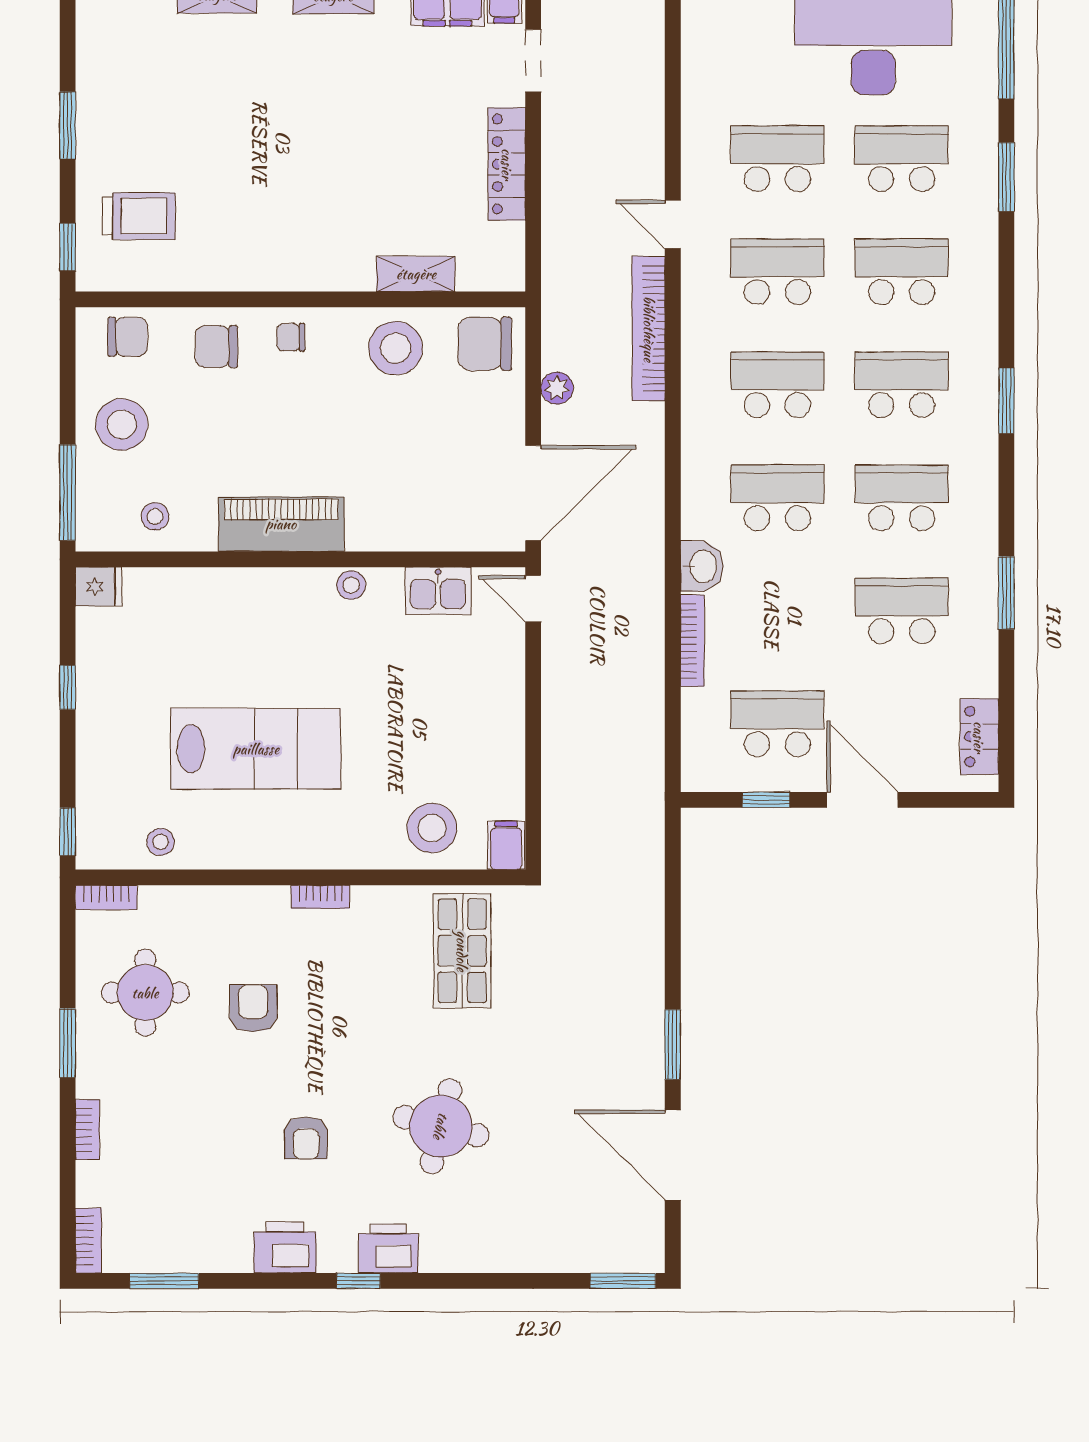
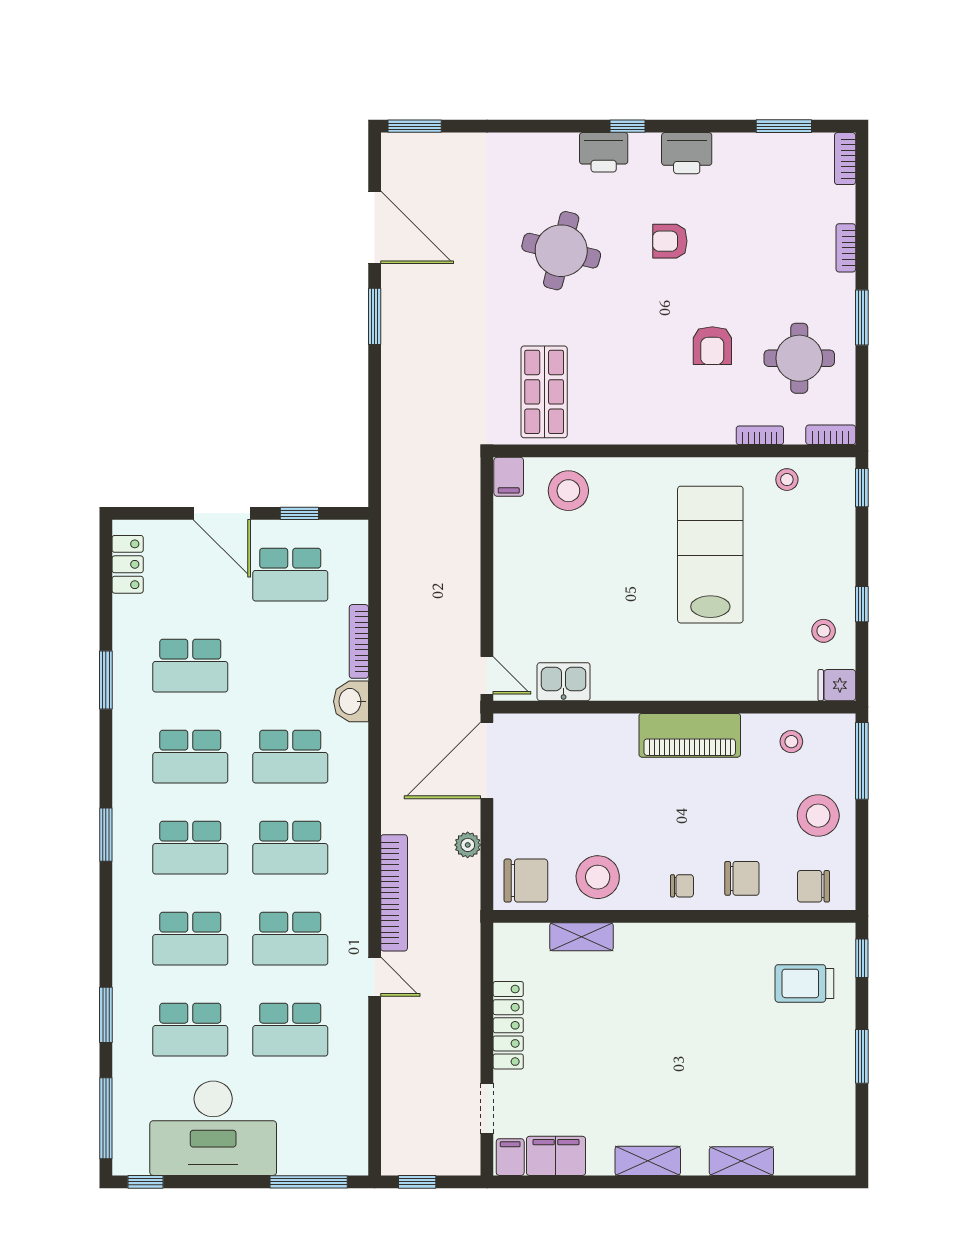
stool: (351, 585) -> (824, 631), moved
lab bench: (256, 749) -> (710, 555), turned 90
bookcase: (320, 897) -> (760, 435), moved
armchair: (306, 1138) -> (670, 241), turned -90

